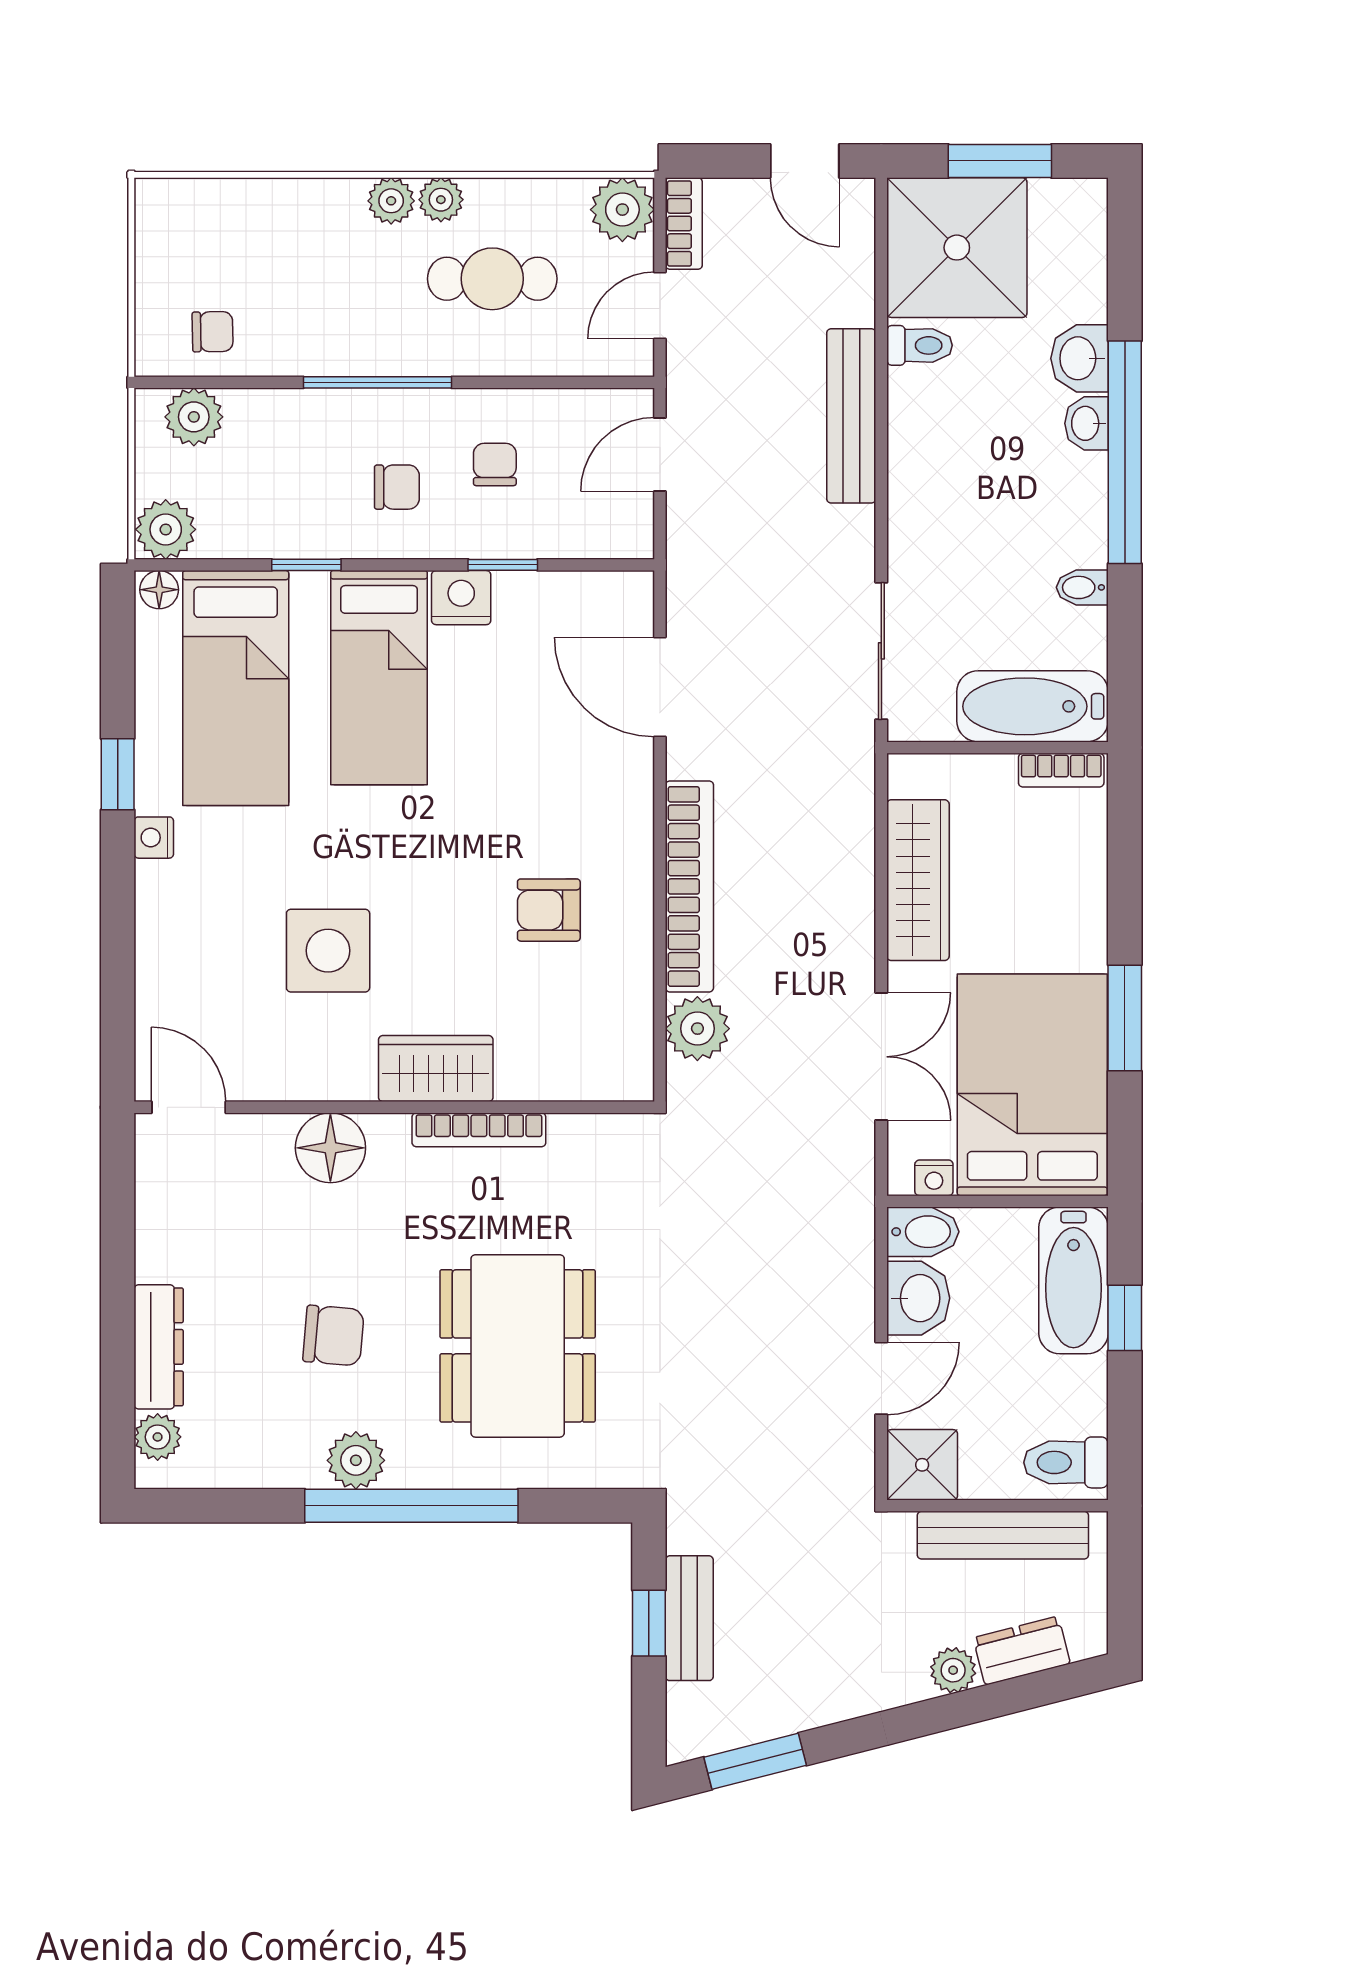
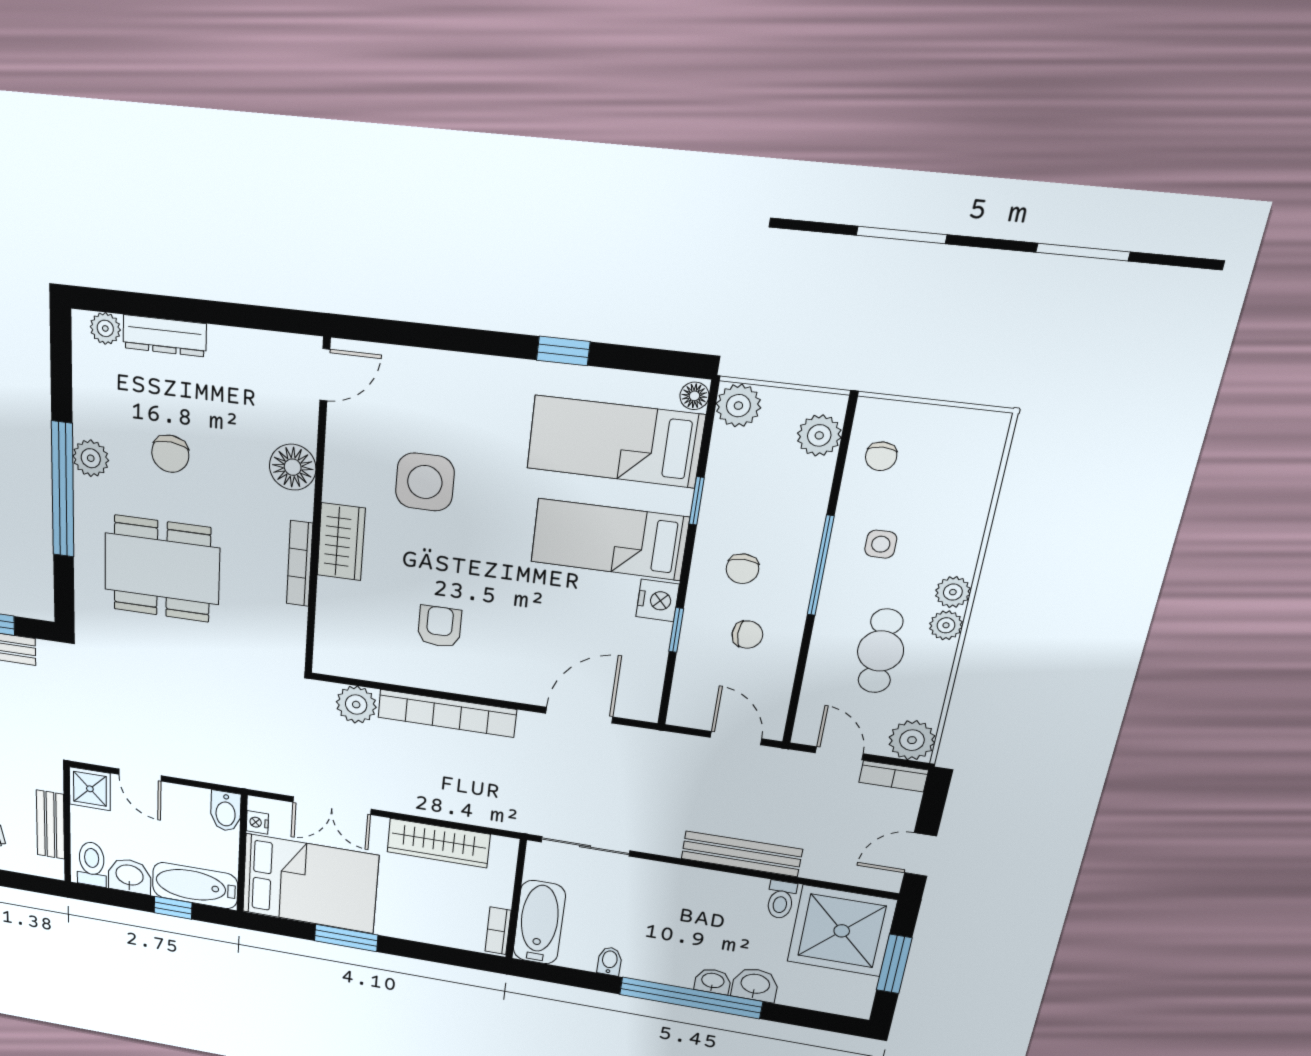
side table: (335, 309) -> (881, 544), added
nightstand: (154, 838) -> (515, 372), removed
washbasin: (918, 1298) -> (129, 876), moved, turned 180
bench: (1003, 1535) -> (50, 825), width x0.73

